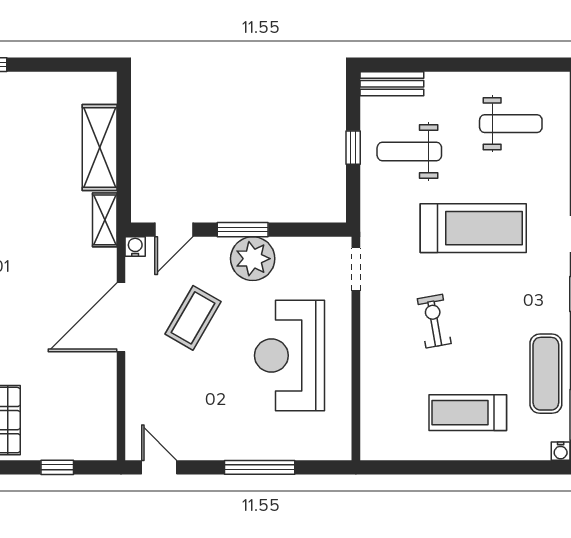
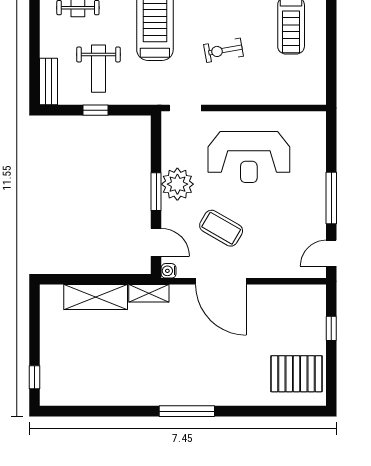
window: (260, 467) -> (331, 198), moved

